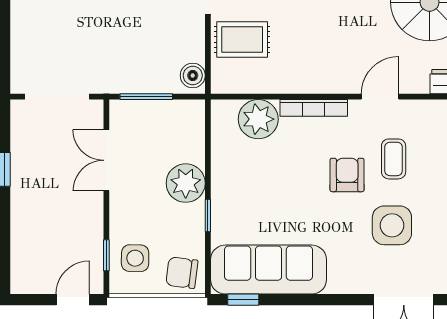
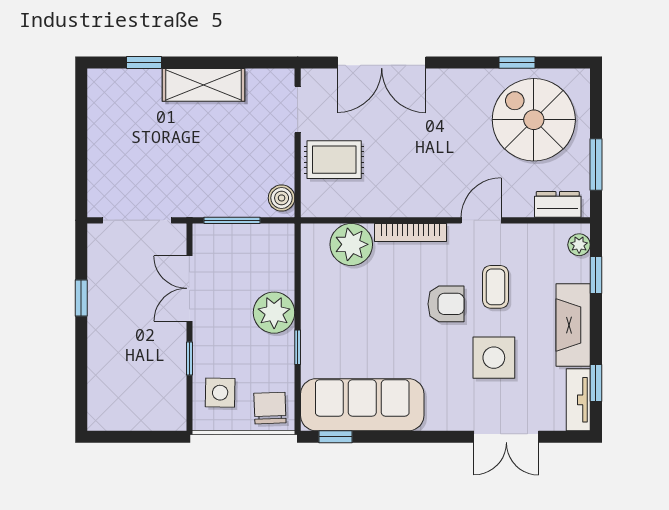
armchair: (347, 175) -> (446, 304), turned 90
window: (106, 255) -> (189, 358), moved
chair: (182, 273) -> (270, 408), turned 81
door: (73, 300) -> (154, 437), removed

